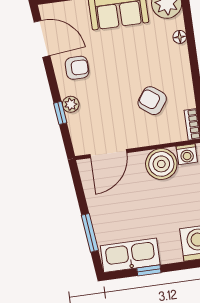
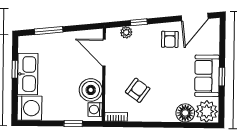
floor lamp: (180, 37) -> (185, 113), width x1.89, depth x1.89
plant: (71, 104) -> (126, 32), moved
kitchen sink: (130, 255) -> (28, 74), moved

